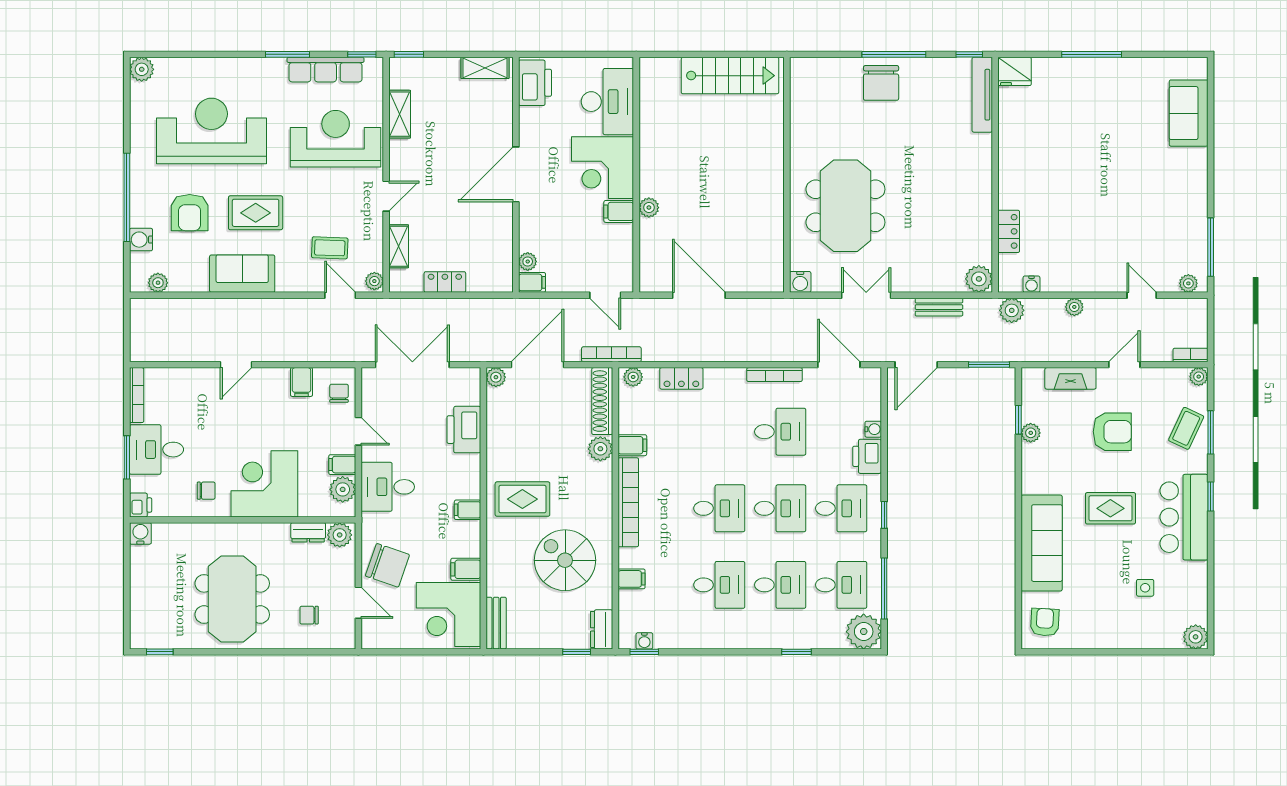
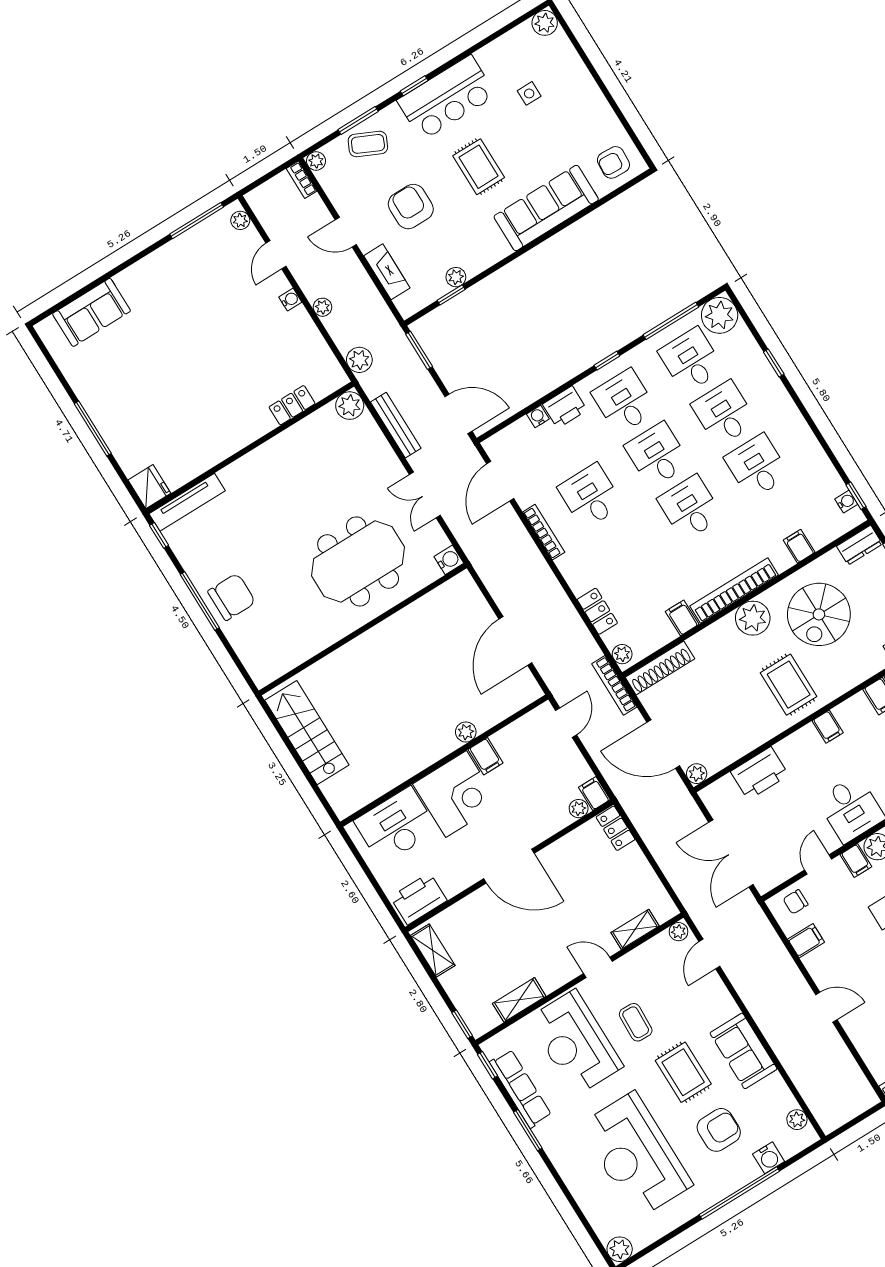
coffee table: (330, 248) -> (636, 1022), moved
locker: (445, 282) -> (615, 828), moved
water cooler: (1031, 284) -> (290, 300), moved
bench: (939, 307) -> (396, 425), width x1.36
plant: (600, 449) -> (753, 618), moved, width x1.36, depth x1.36

